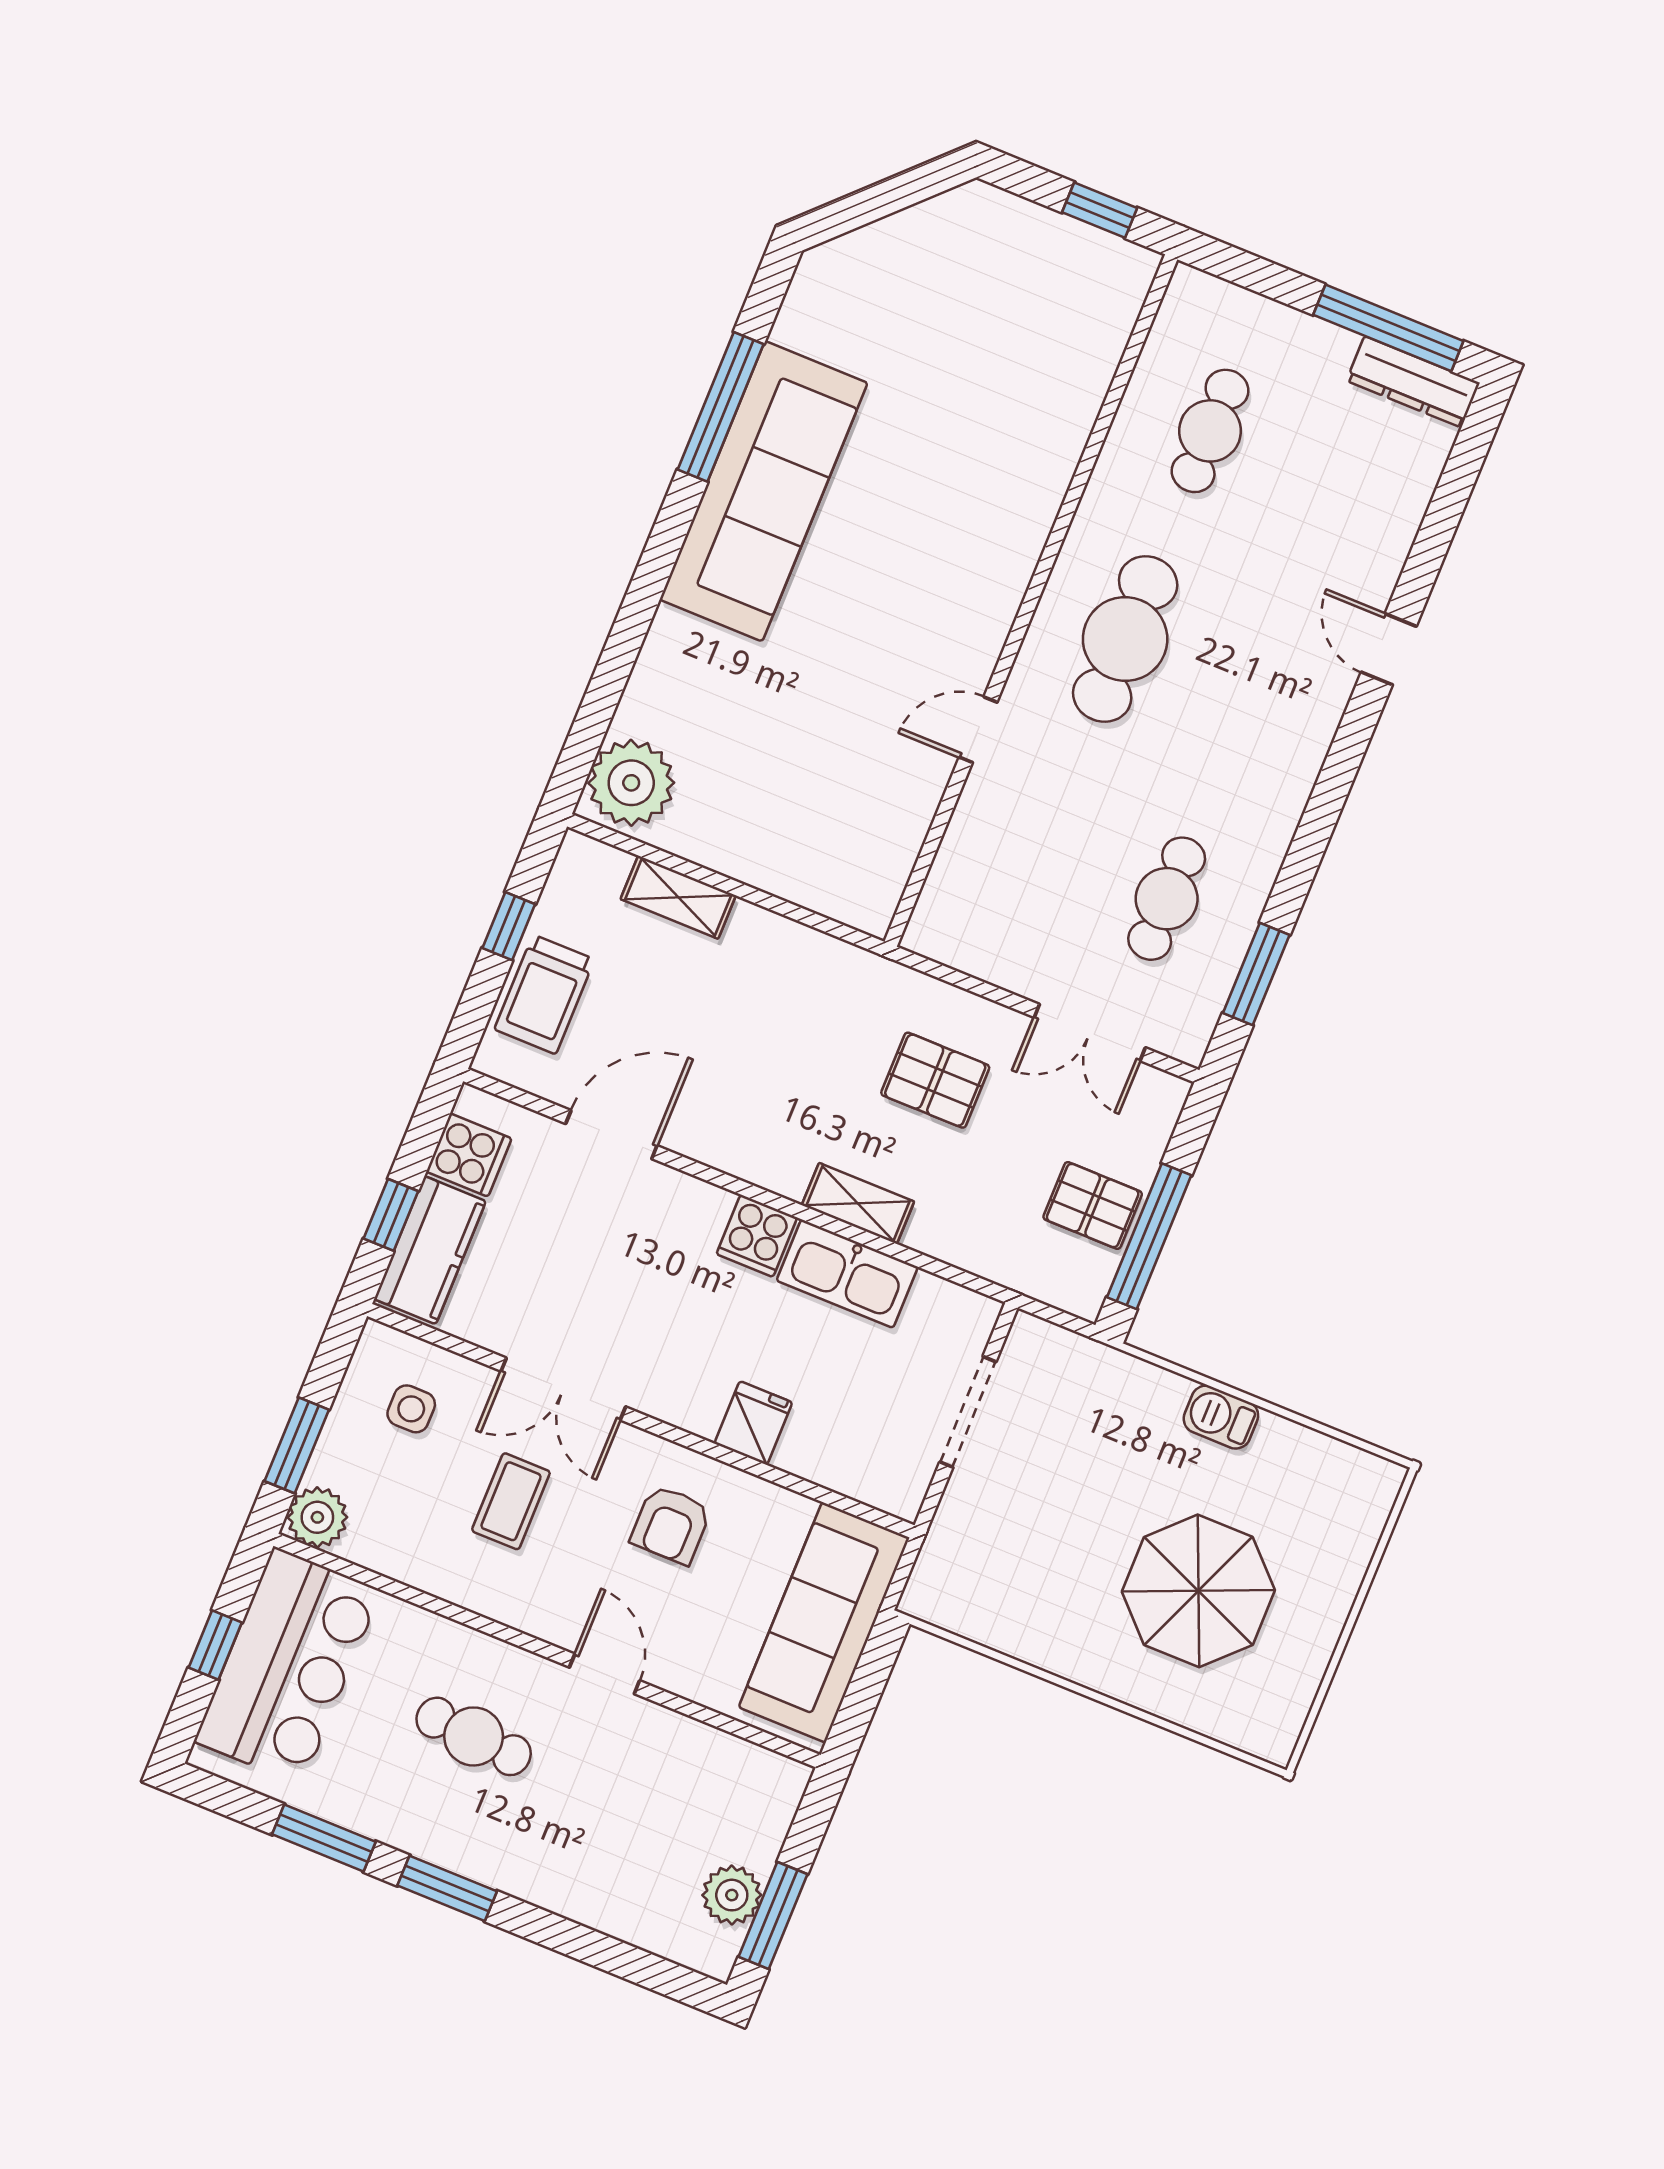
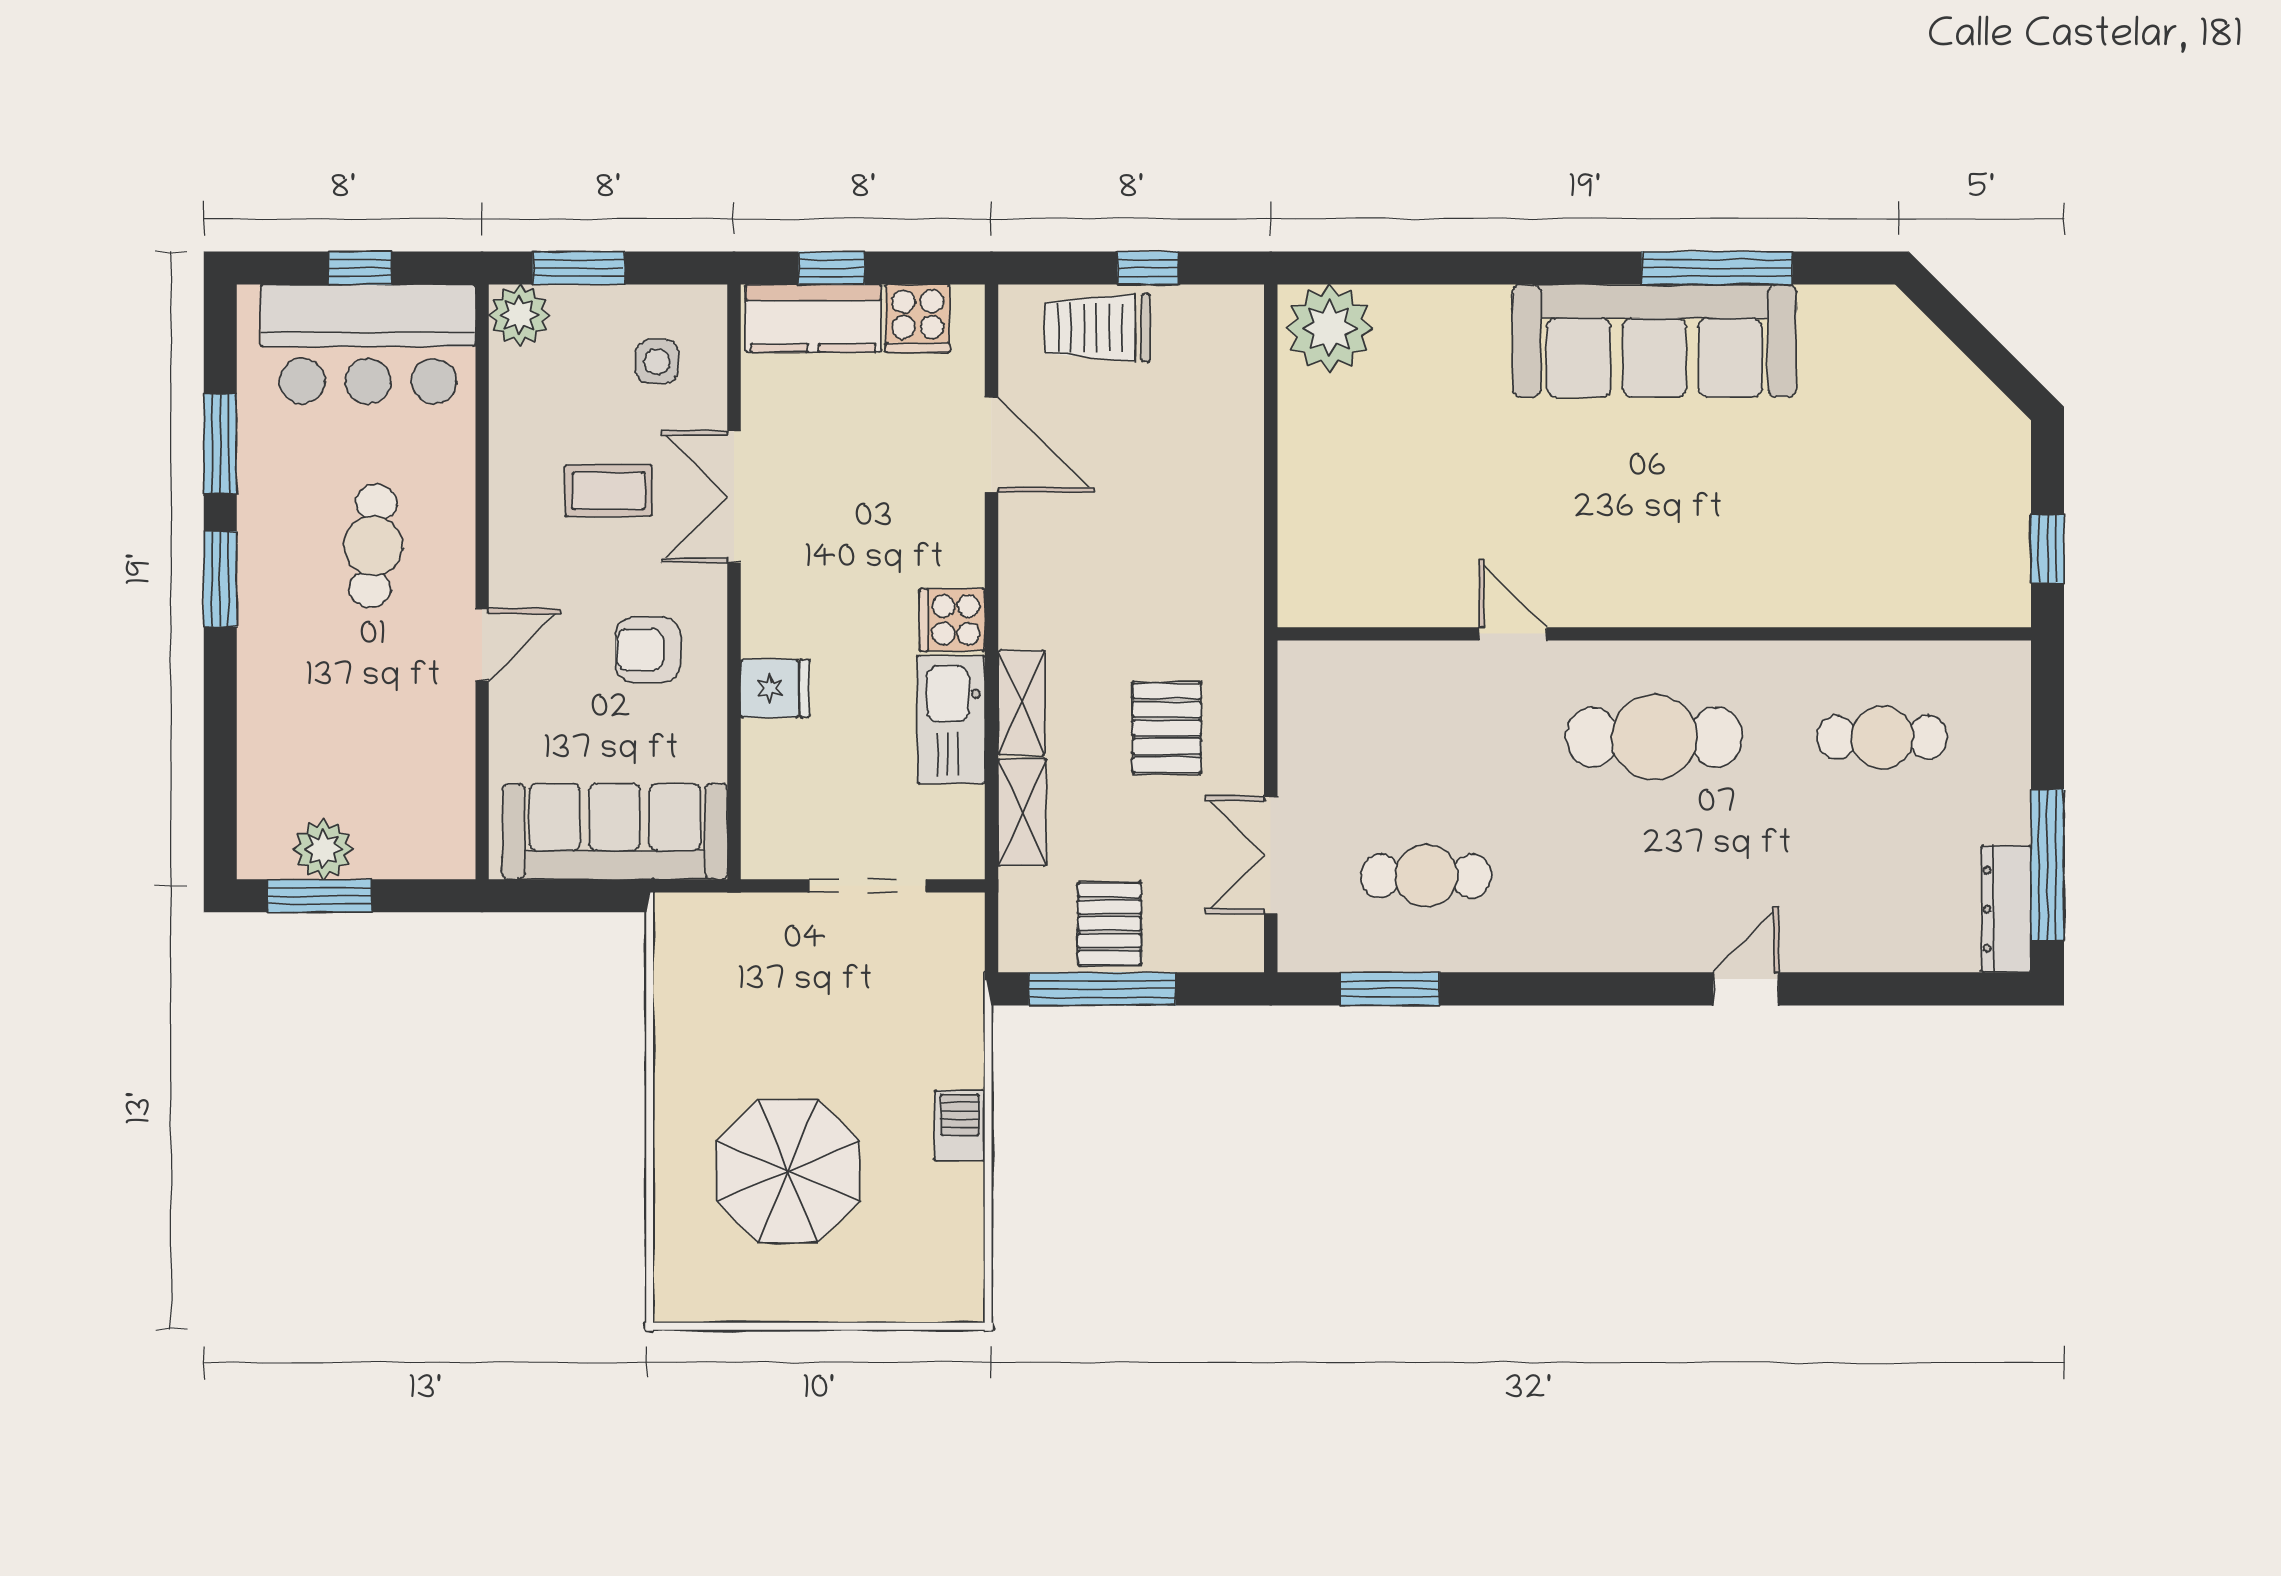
shelving: (678, 897) -> (1022, 812), moved

